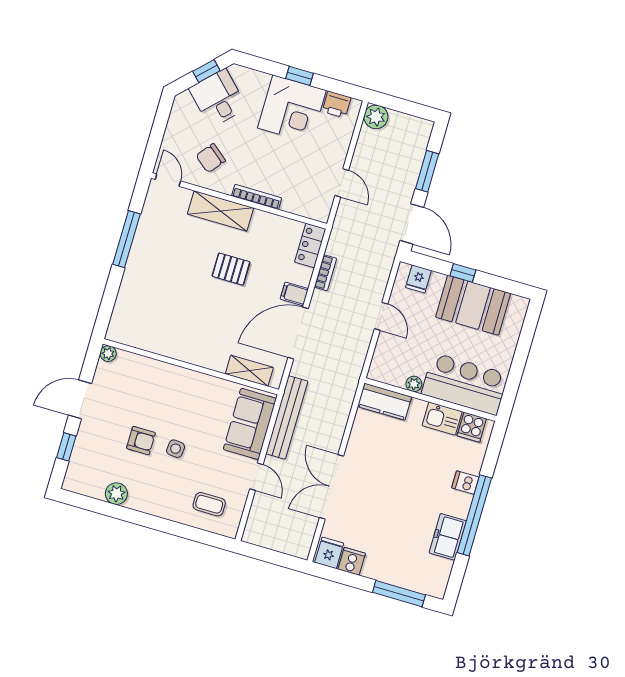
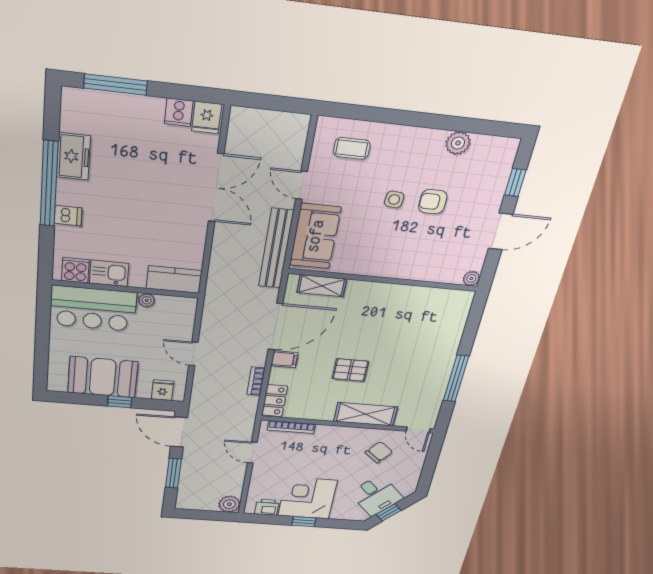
bookcase: (257, 197) -> (291, 427), moved

